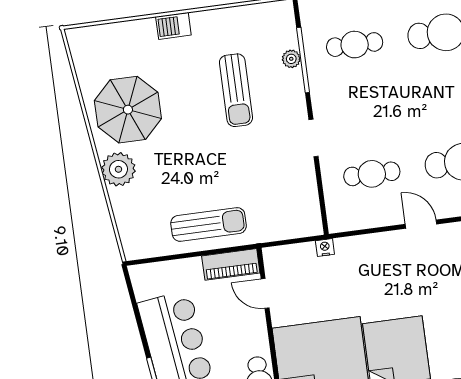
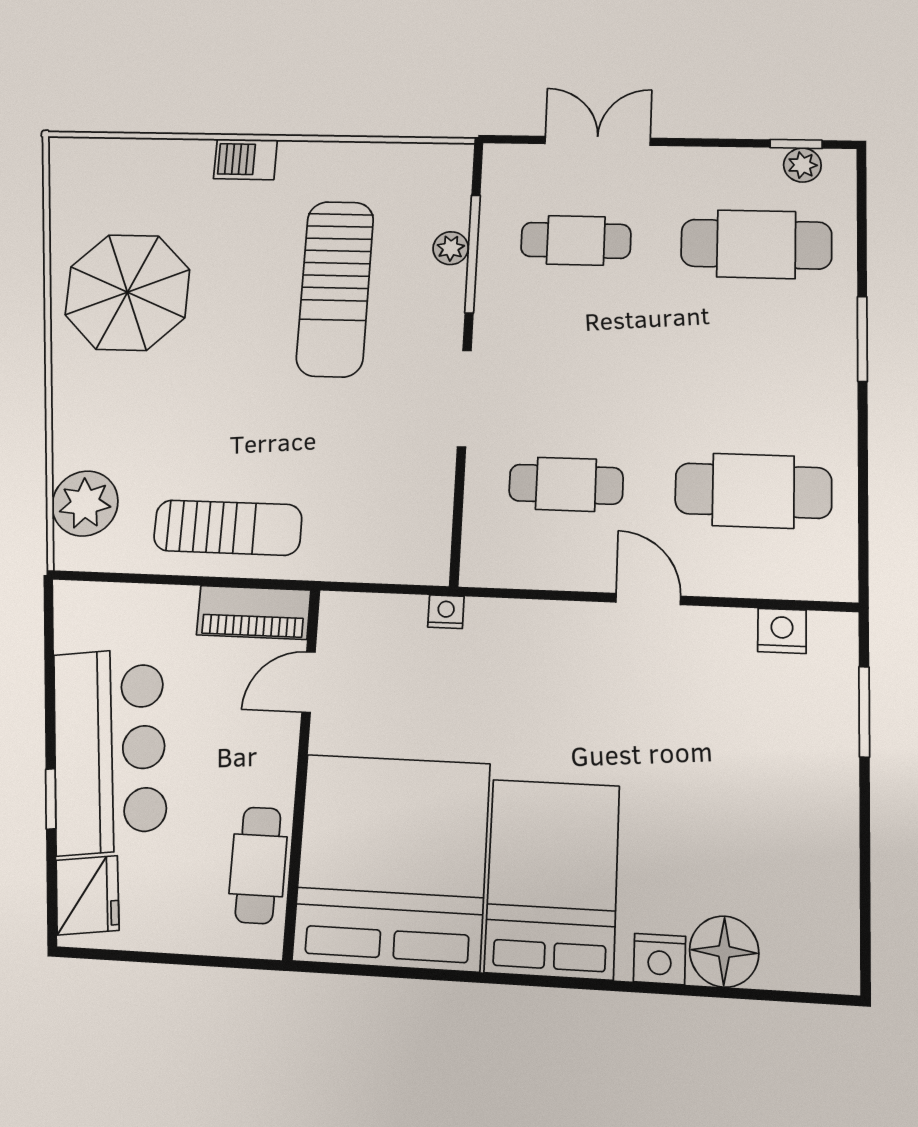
sun lounger: (236, 90) -> (335, 288), width x1.36, depth x1.34
doorway: (313, 138) -> (464, 398), width x1.38
plant: (118, 169) -> (85, 503), moved
door: (265, 293) -> (308, 682), hinge flipped

